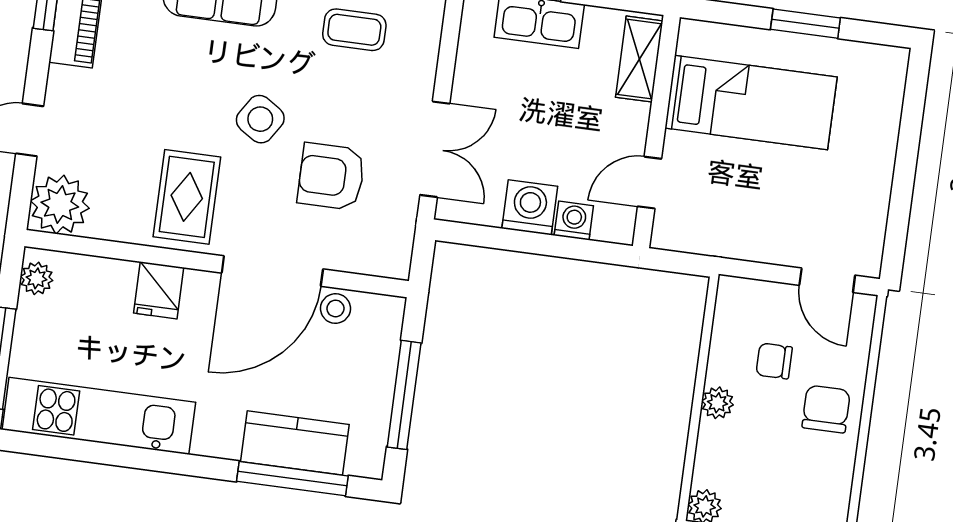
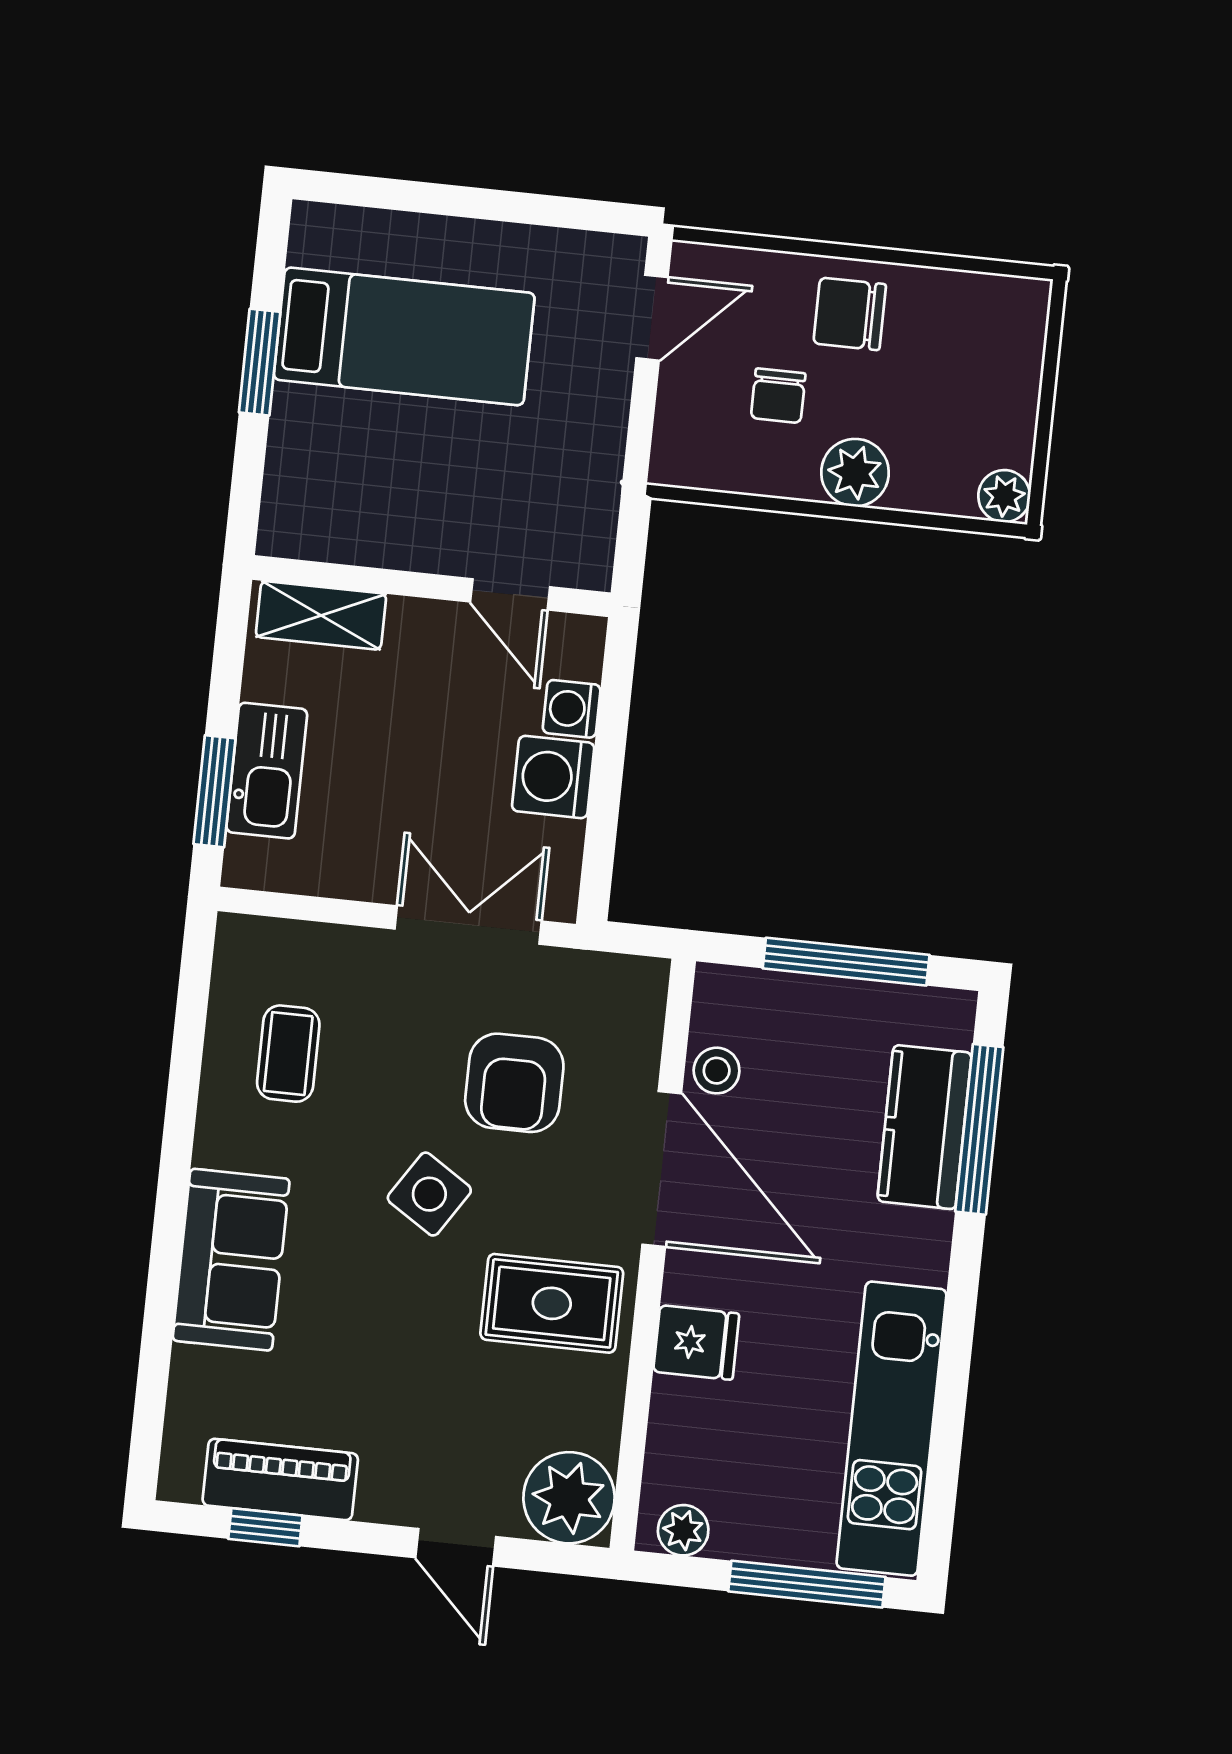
bed: (751, 103) -> (404, 336), moved, turned 90
plant: (717, 403) -> (855, 473), width x1.38, depth x1.38

